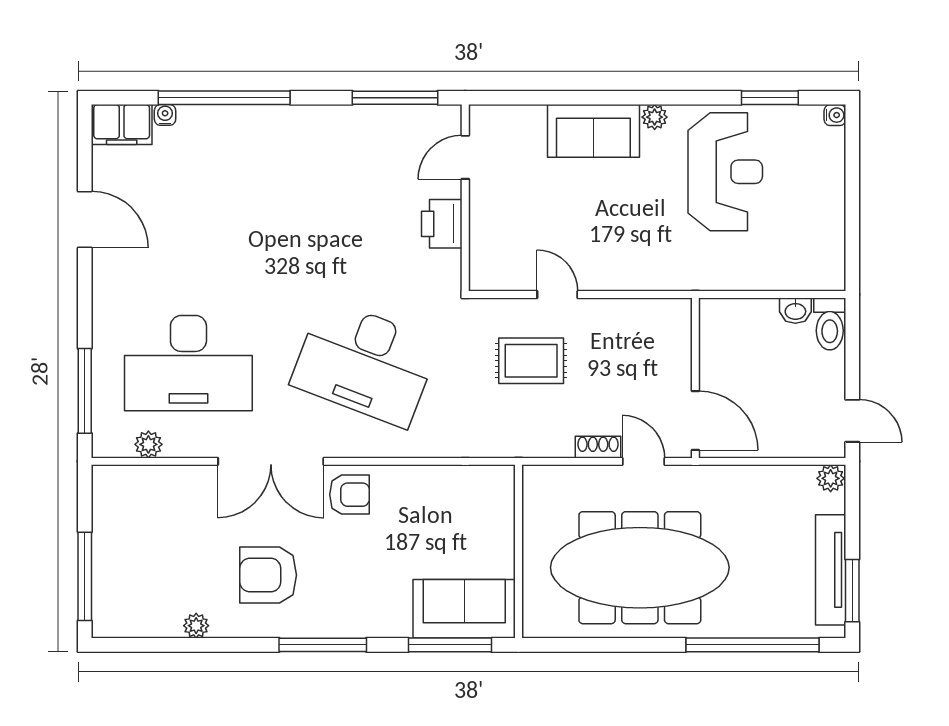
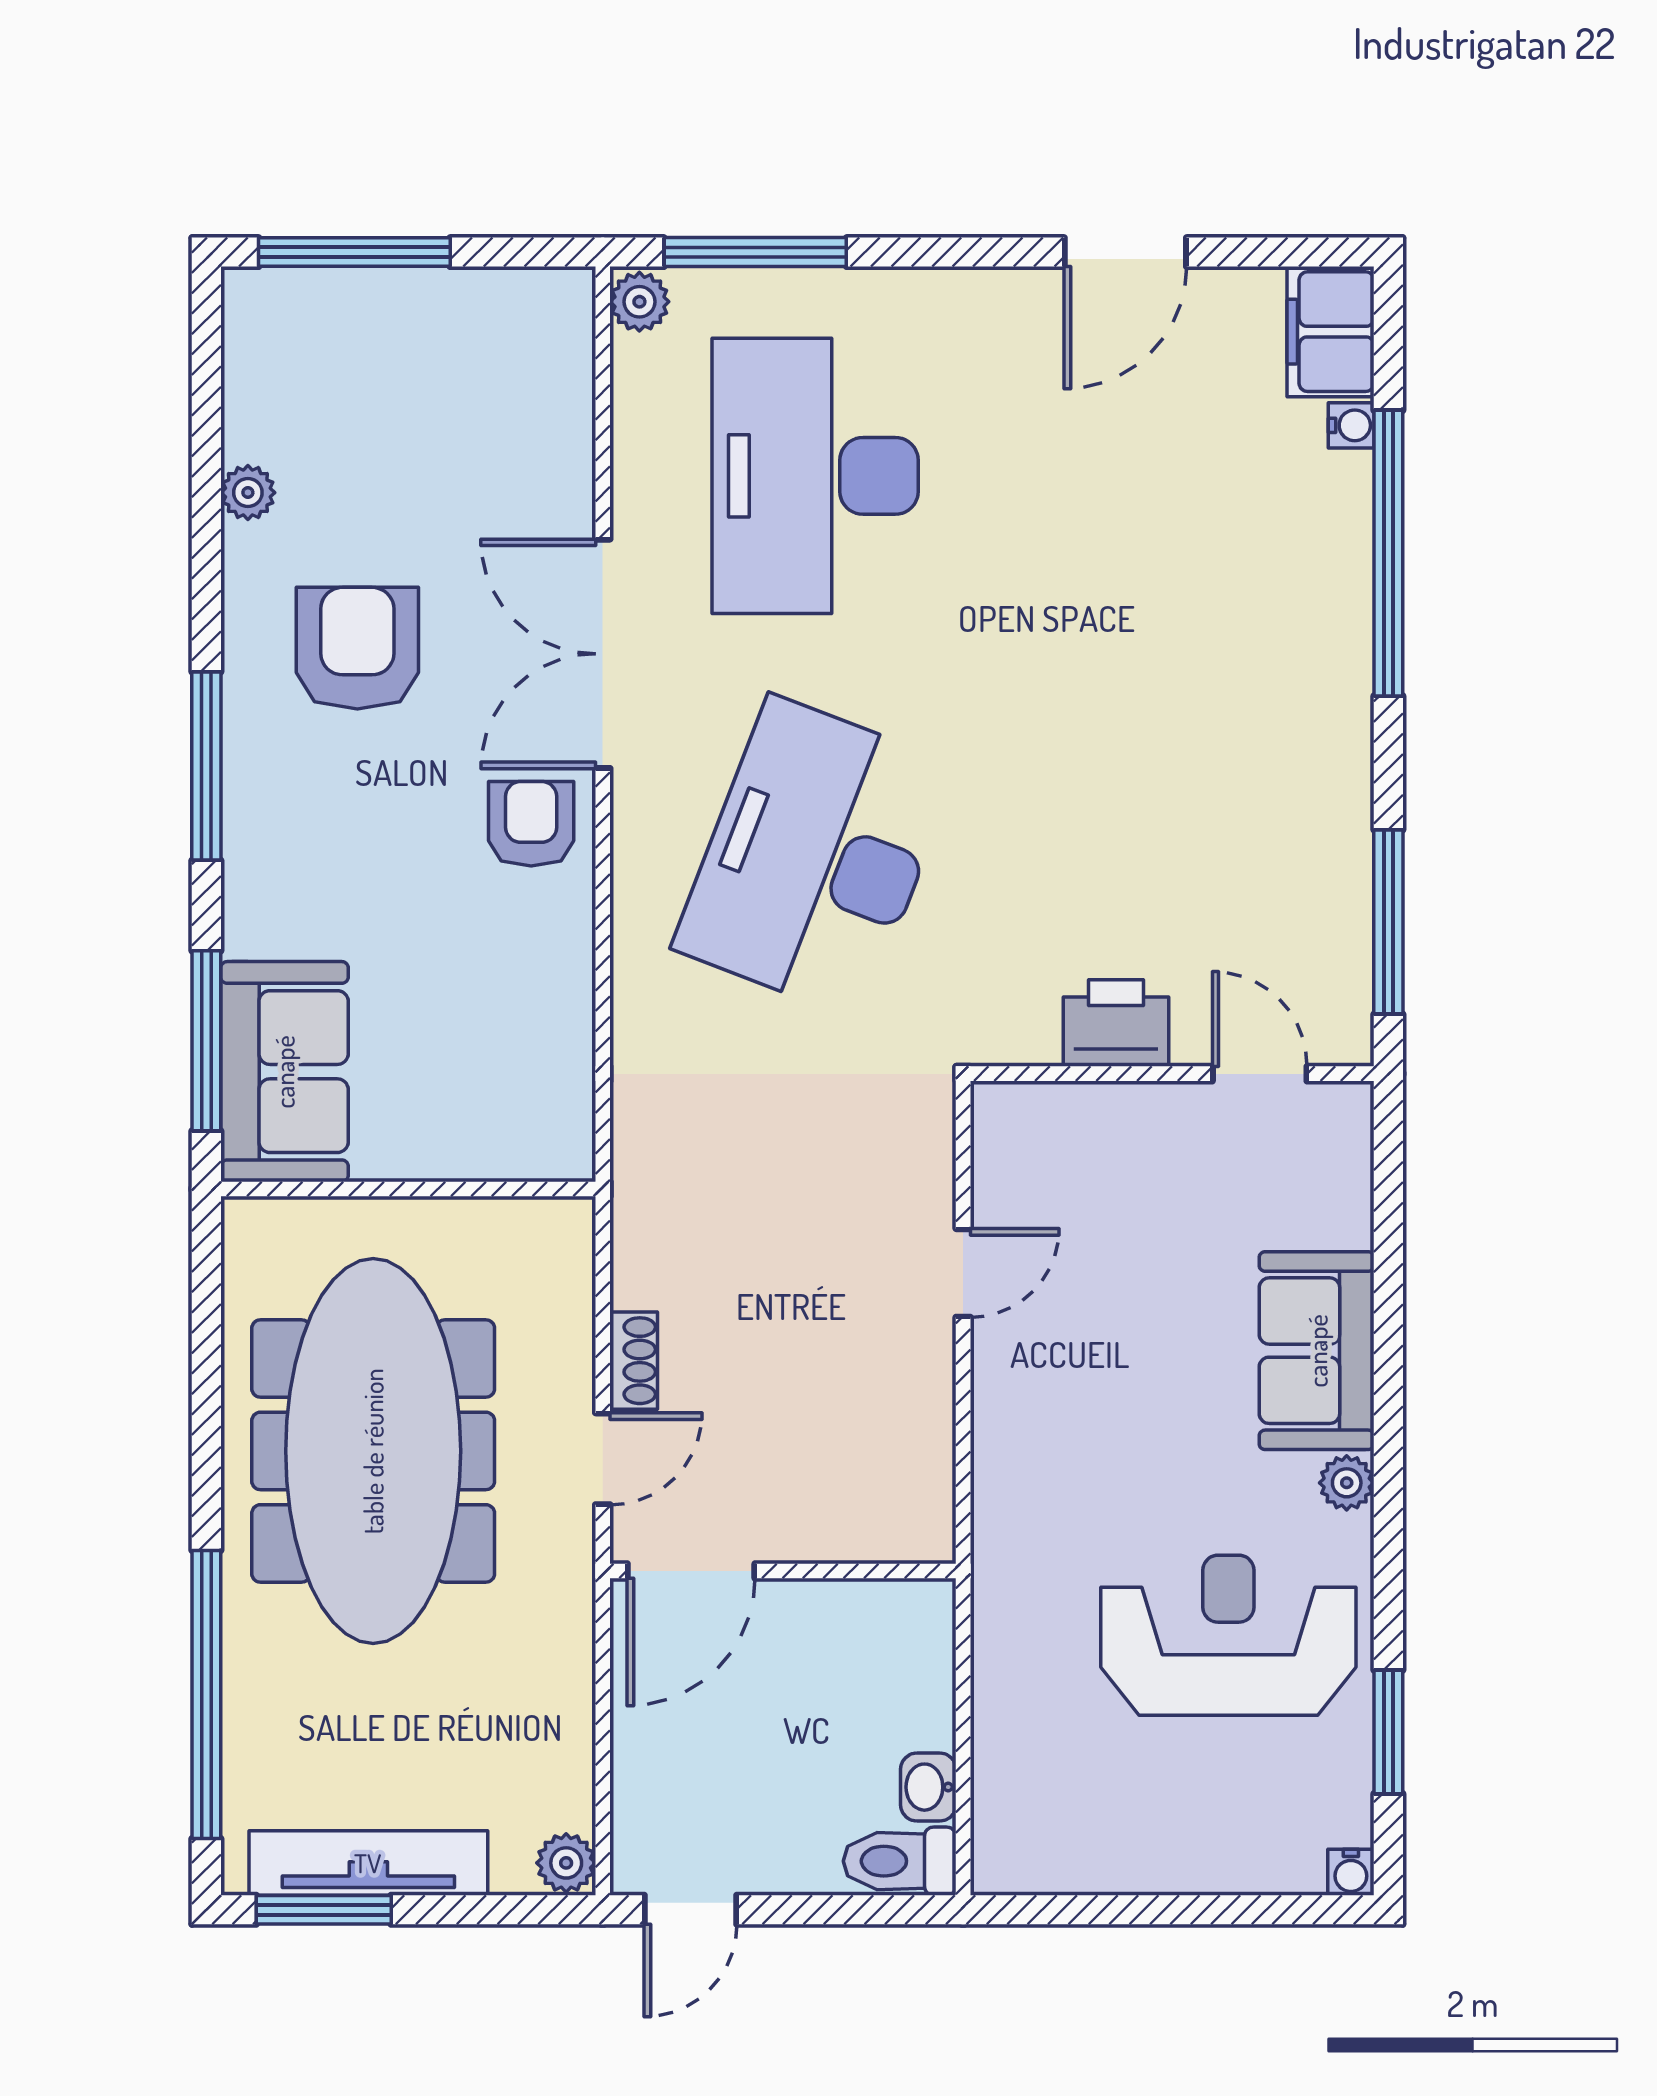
reception desk: (725, 172) -> (1228, 1635), turned 180
rug: (531, 361) -> (820, 1216), removed
plant: (148, 444) -> (639, 302), moved
armchair: (349, 495) -> (531, 824), turned 180

